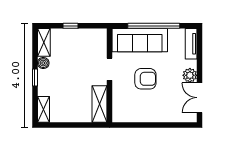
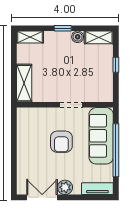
shelving: (99, 104) -> (24, 83), moved, turned 90

